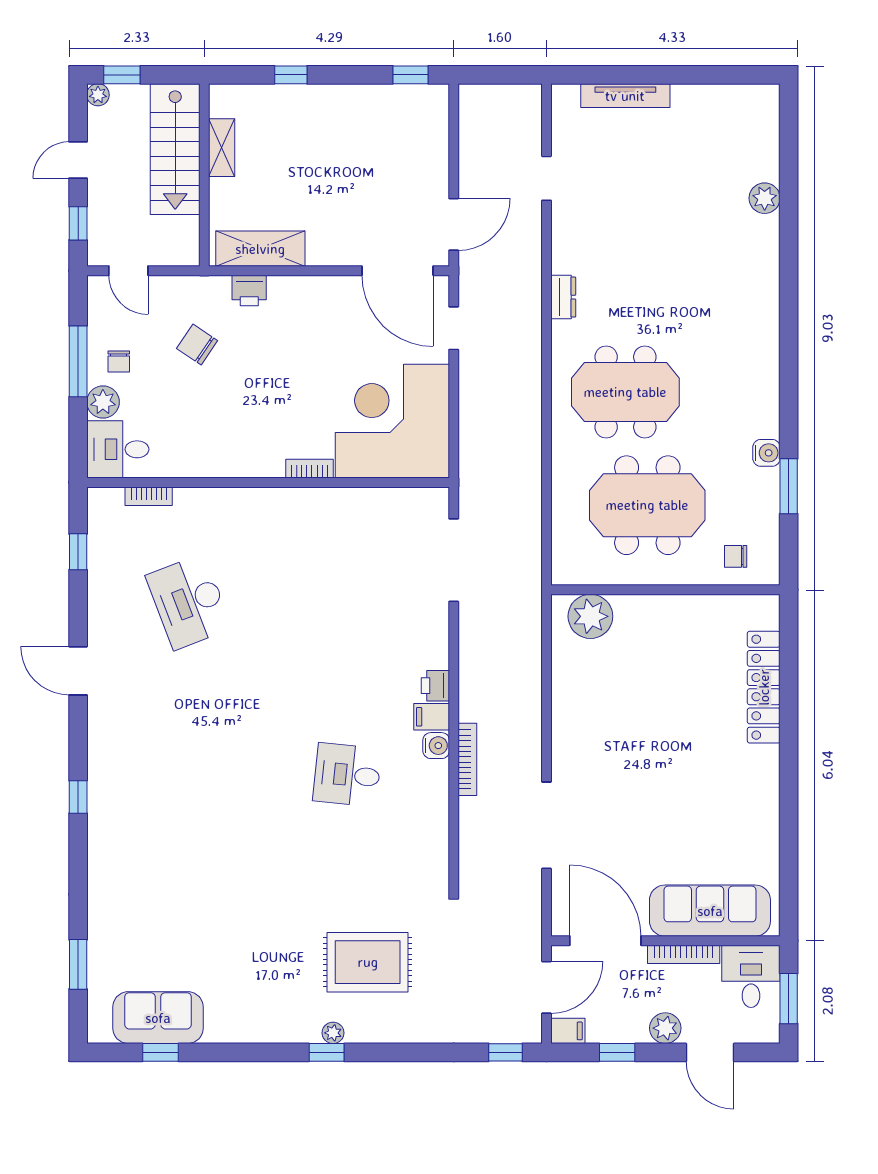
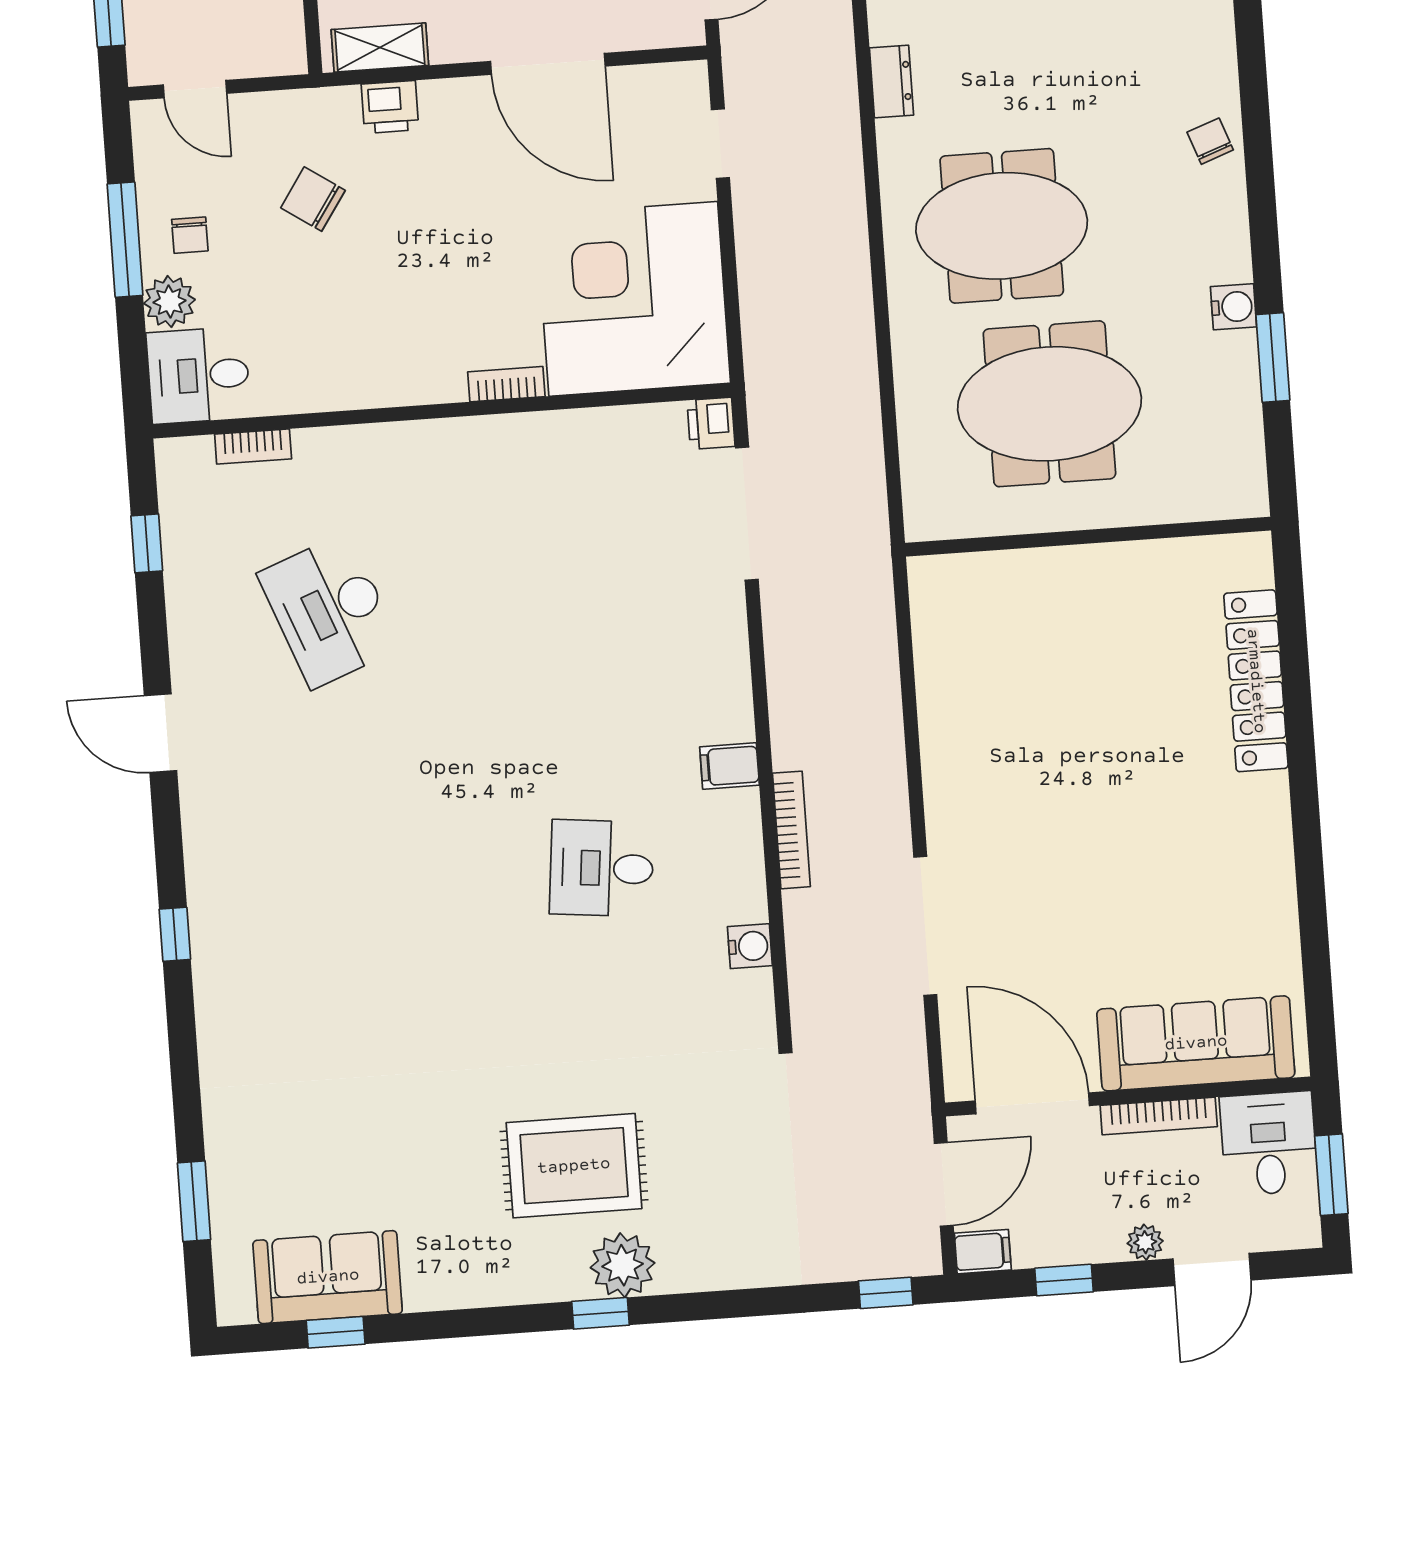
shelving: (260, 249) -> (380, 48), width x0.67, depth x0.75
door: (398, 271) -> (548, 64), moved
chair: (736, 556) -> (1210, 141), moved, turned 70
plant: (590, 616) -> (971, 588), removed
printer: (435, 686) -> (711, 423), moved
water cooler: (436, 746) -> (750, 946), moved
rug: (368, 962) -> (574, 1166), moved
plant: (665, 1028) -> (1145, 1242), width x0.73, depth x0.73
plant: (333, 1033) -> (623, 1265), width x1.87, depth x1.87
door: (710, 1052) -> (1212, 1269), hinge flipped

